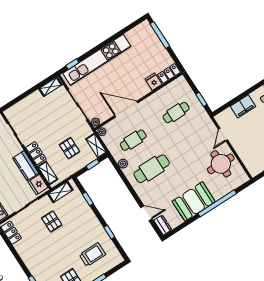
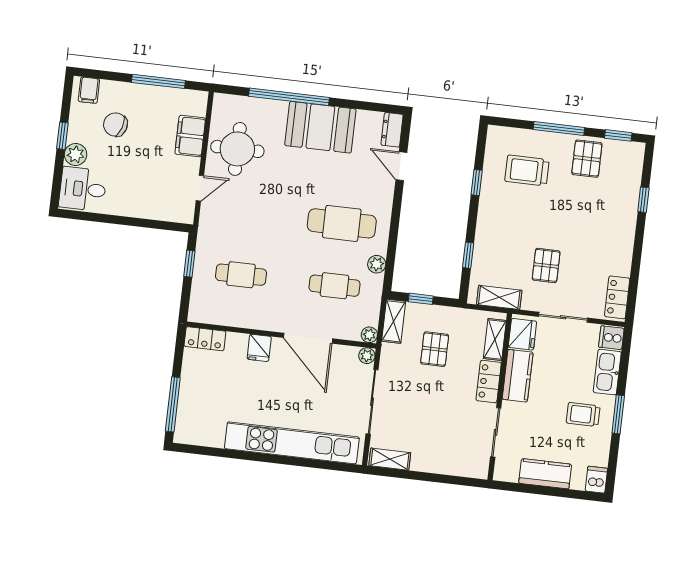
window: (72, 64) -> (332, 466), removed
fridge: (154, 82) -> (259, 348), moved
filing cabinet: (243, 106) -> (190, 136), moved, turned -90

